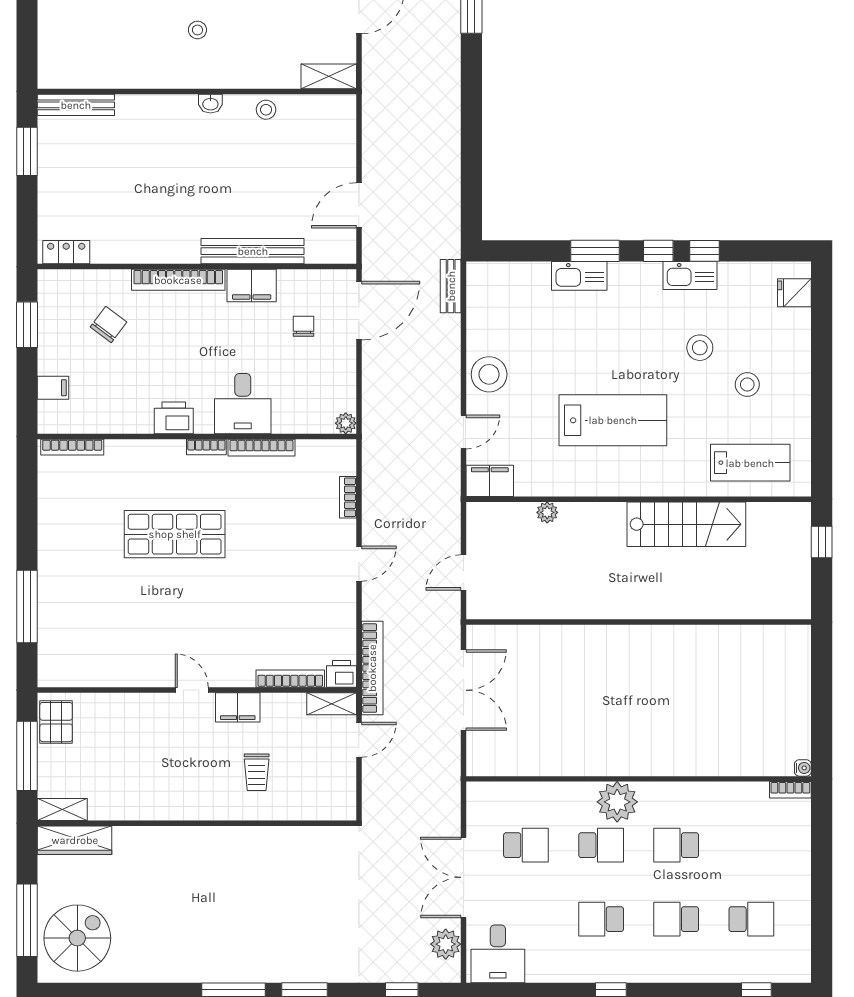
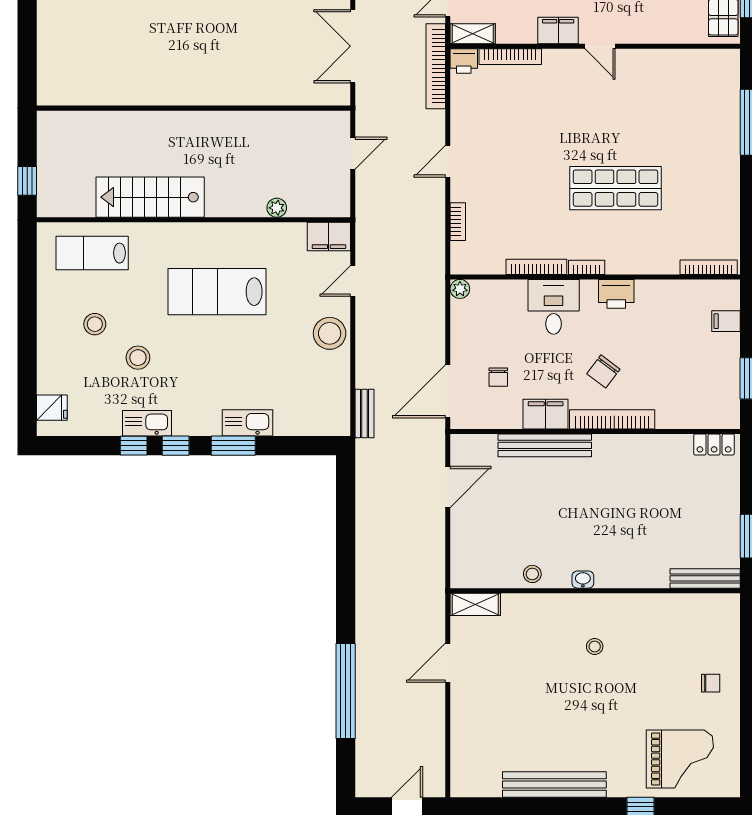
chair: (108, 325) -> (603, 371), moved

